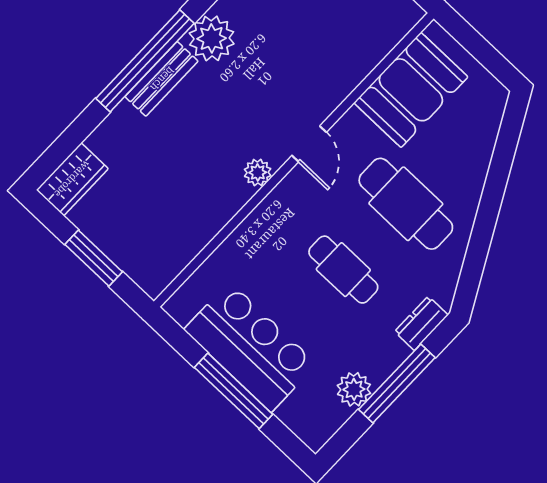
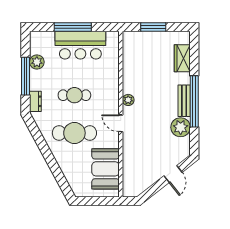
wardrobe: (72, 179) -> (182, 58), moved

